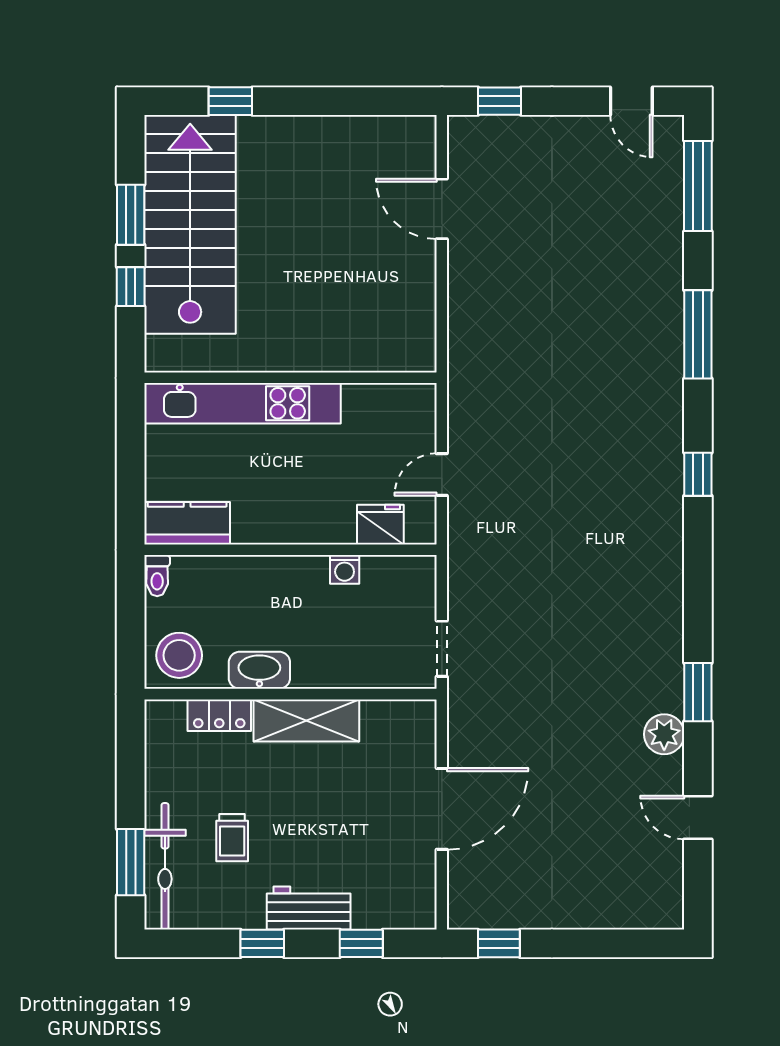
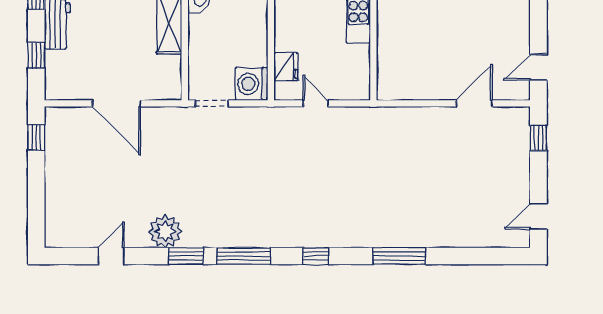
door: (381, 101) -> (538, 67), added
window: (698, 186) -> (244, 256), moved
washing machine: (345, 569) -> (252, 84), moved, width x1.89, depth x1.89
plant: (664, 734) -> (165, 232), width x1.36, depth x1.36

